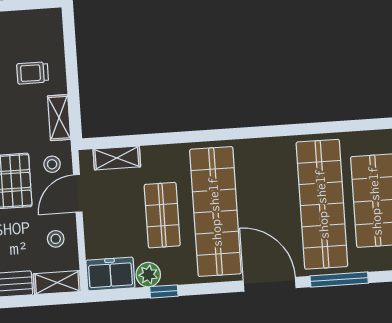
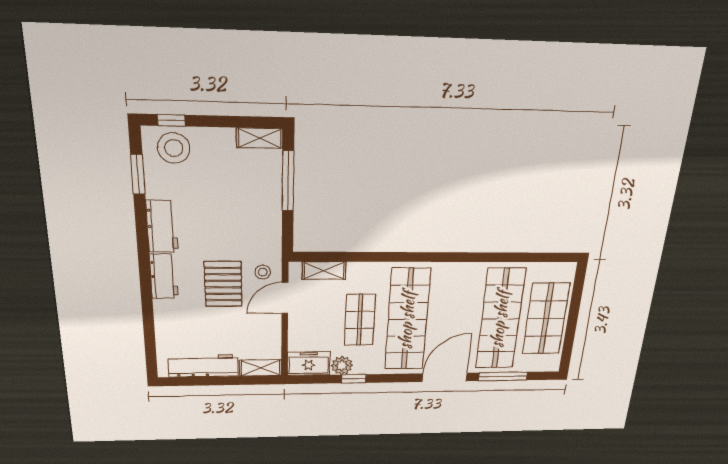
window: (71, 61) -> (288, 181), added
trolley: (33, 73) -> (249, 189), removed
shelving: (59, 118) -> (260, 138), moved, turned 90
stool: (56, 239) -> (262, 334), removed
door: (270, 284) -> (445, 377), hinge flipped

